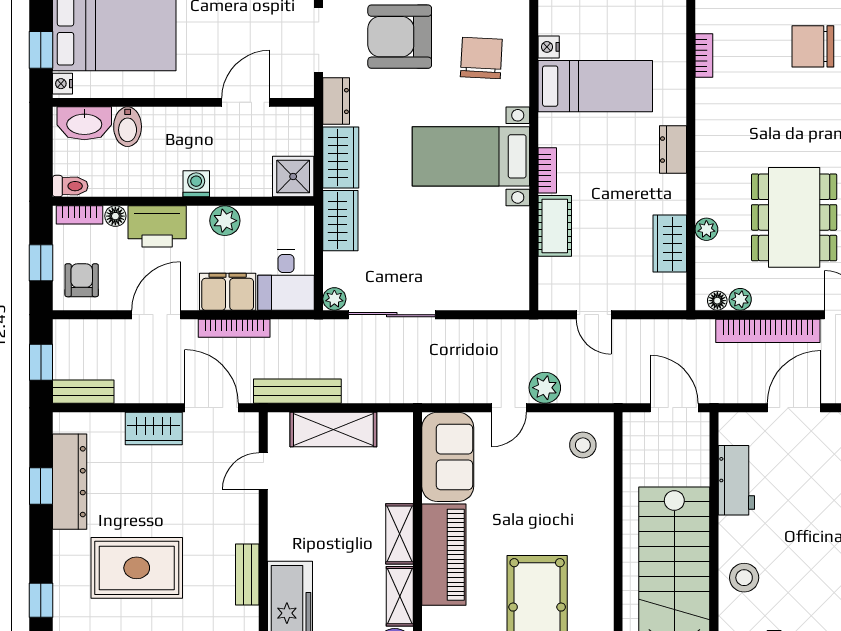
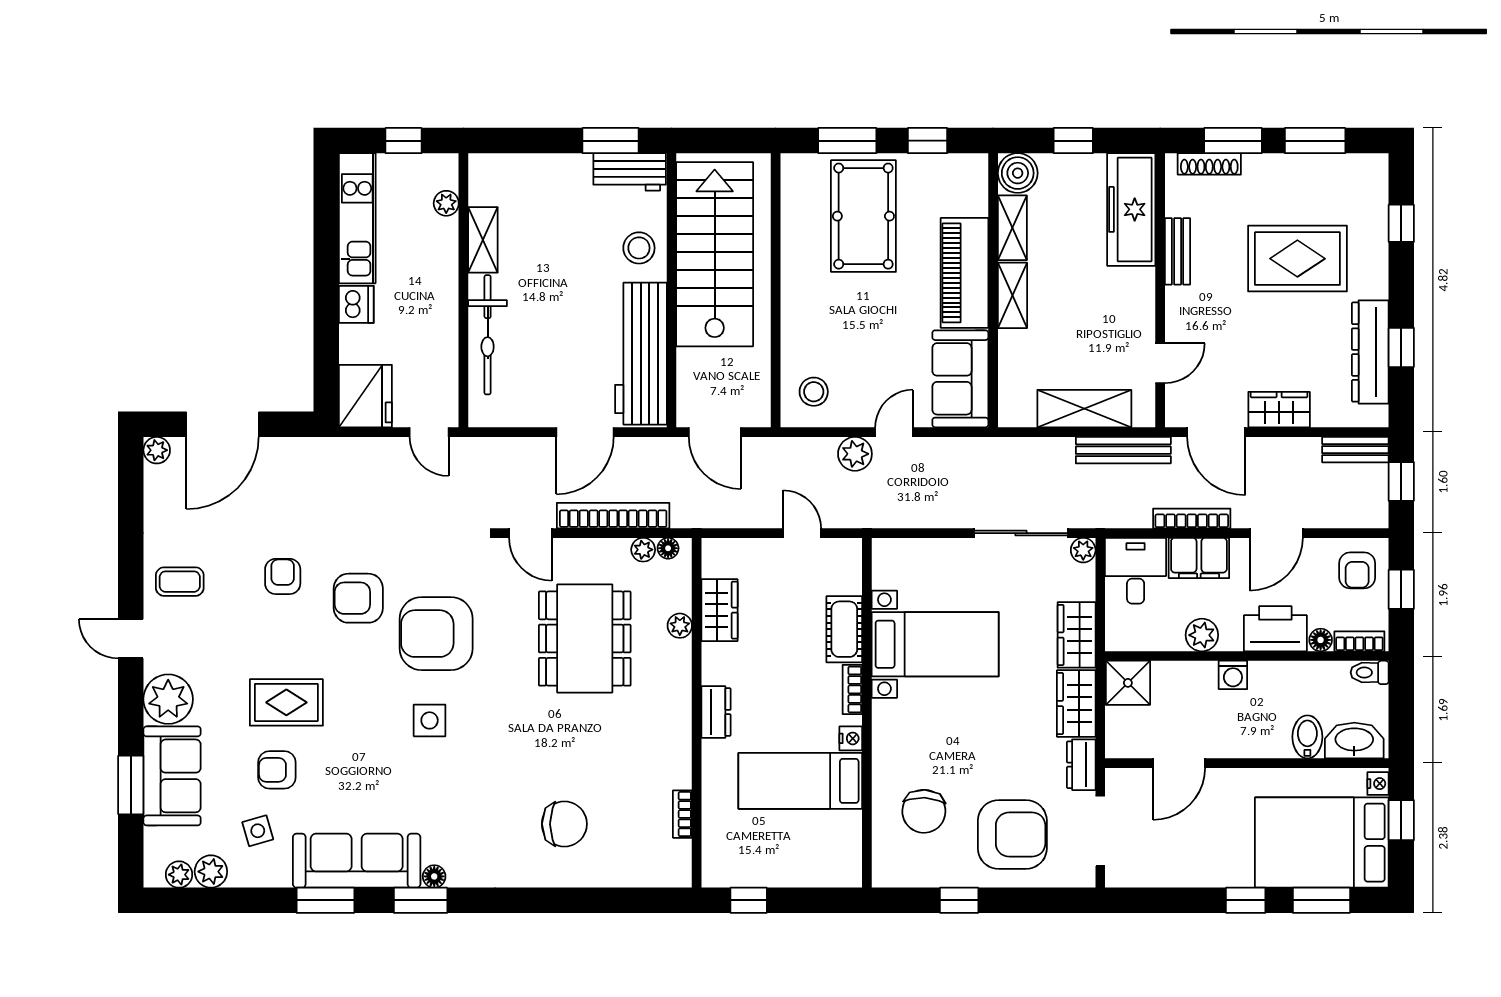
nightstand: (549, 47) -> (851, 738), moved
bed with nightstands: (471, 156) -> (935, 644), moved
workbench: (736, 480) -> (641, 354), width x1.88, depth x1.32

